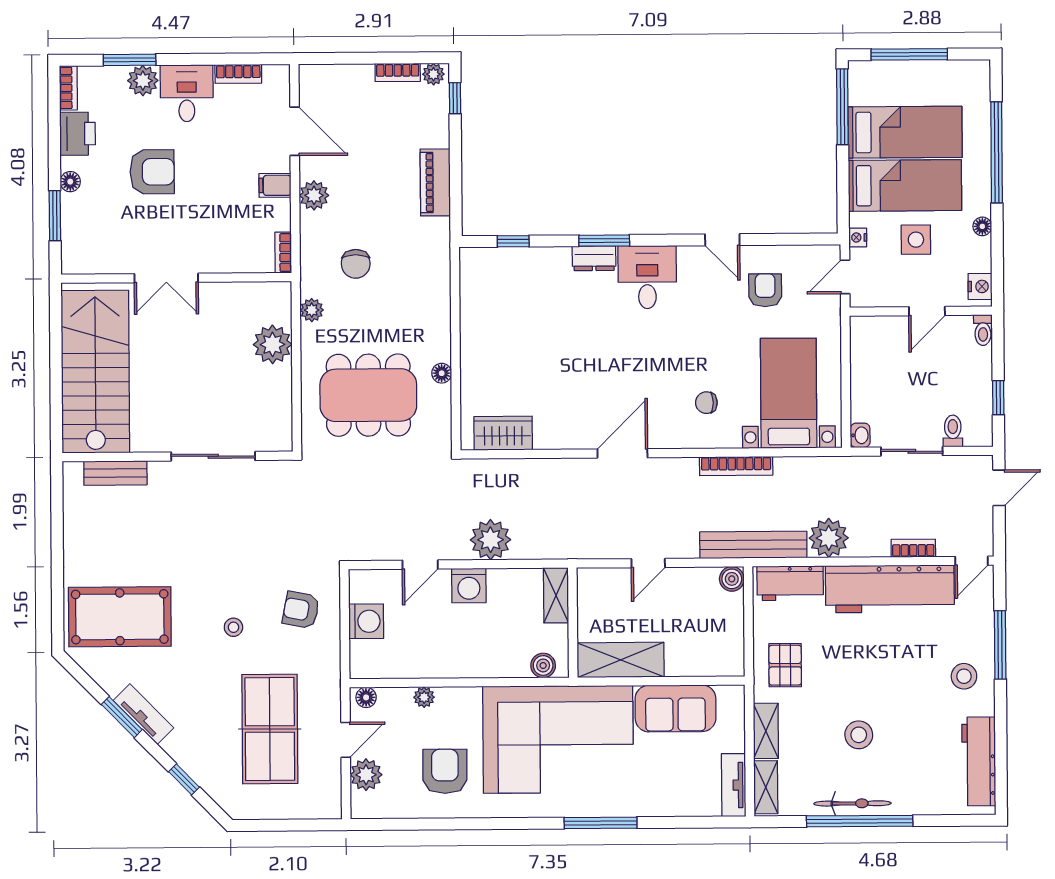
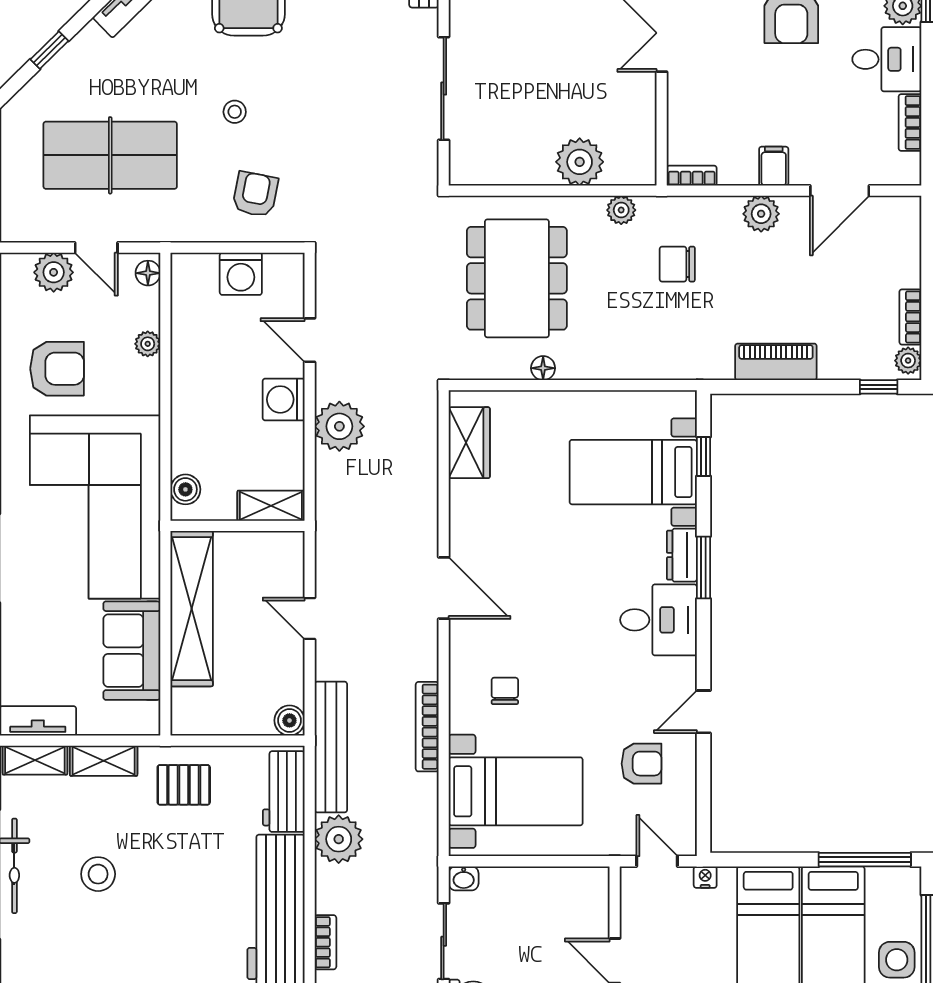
side table: (916, 240) -> (897, 960), moved
bed with nightstands: (526, 299) -> (633, 472), added
shelving: (621, 660) -> (192, 609), width x1.47

